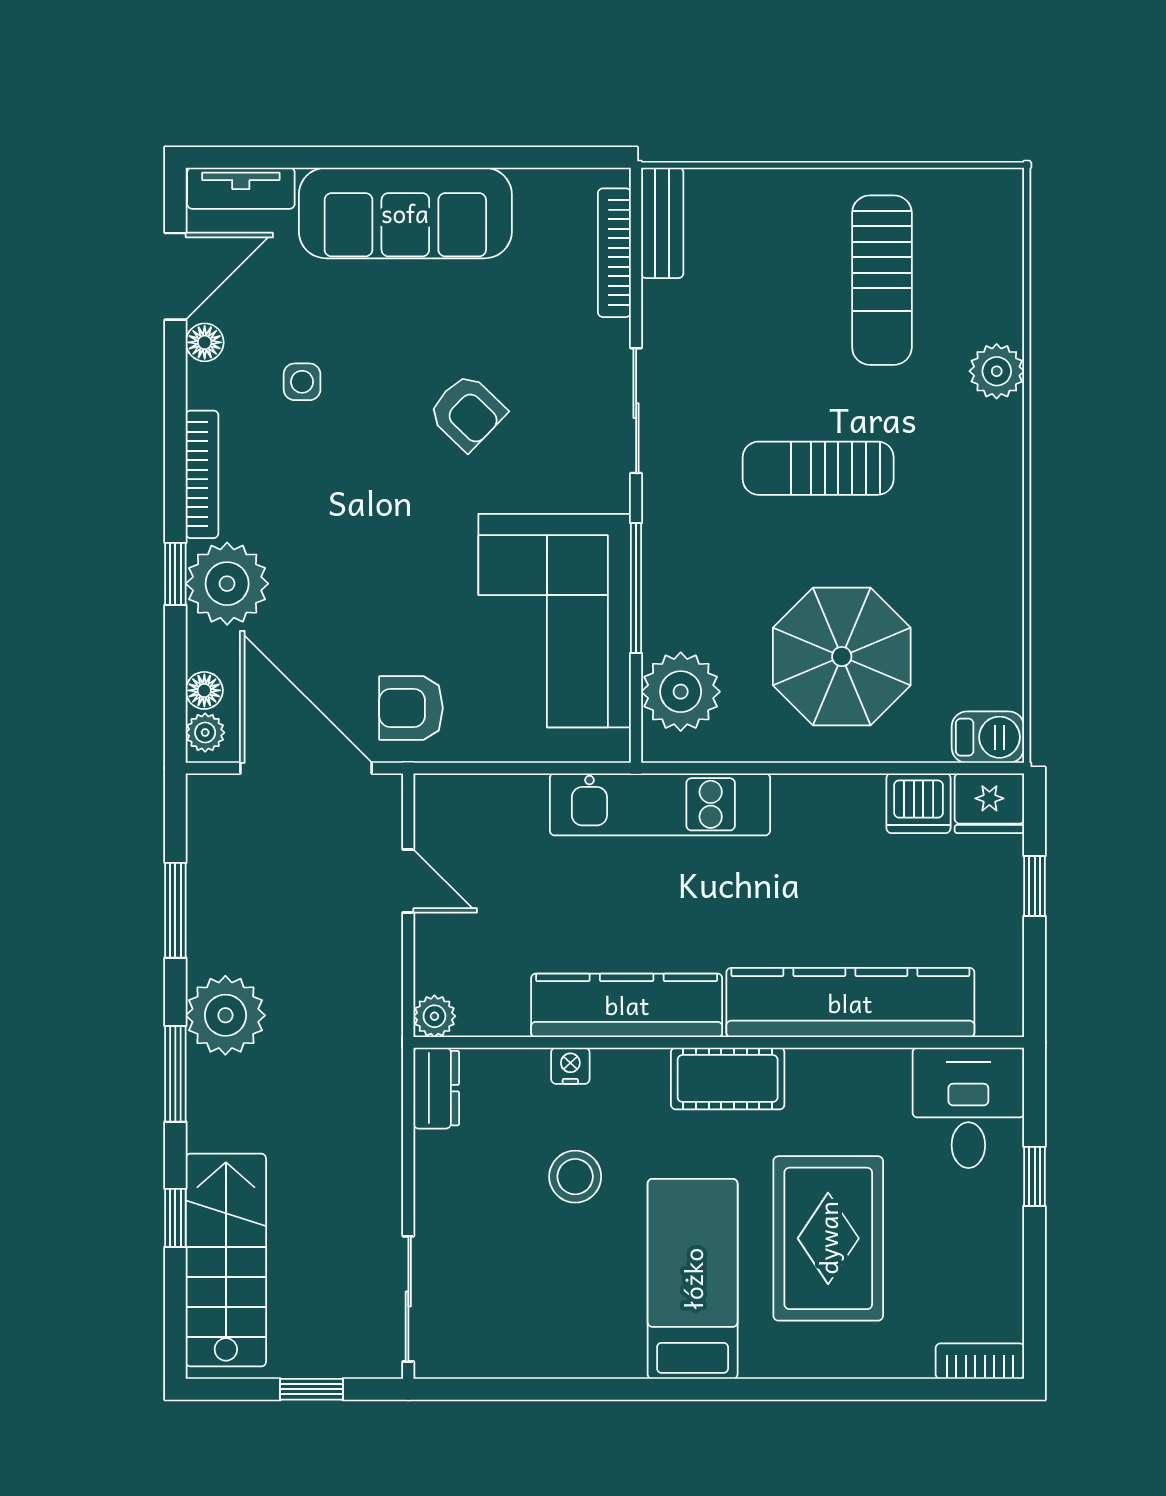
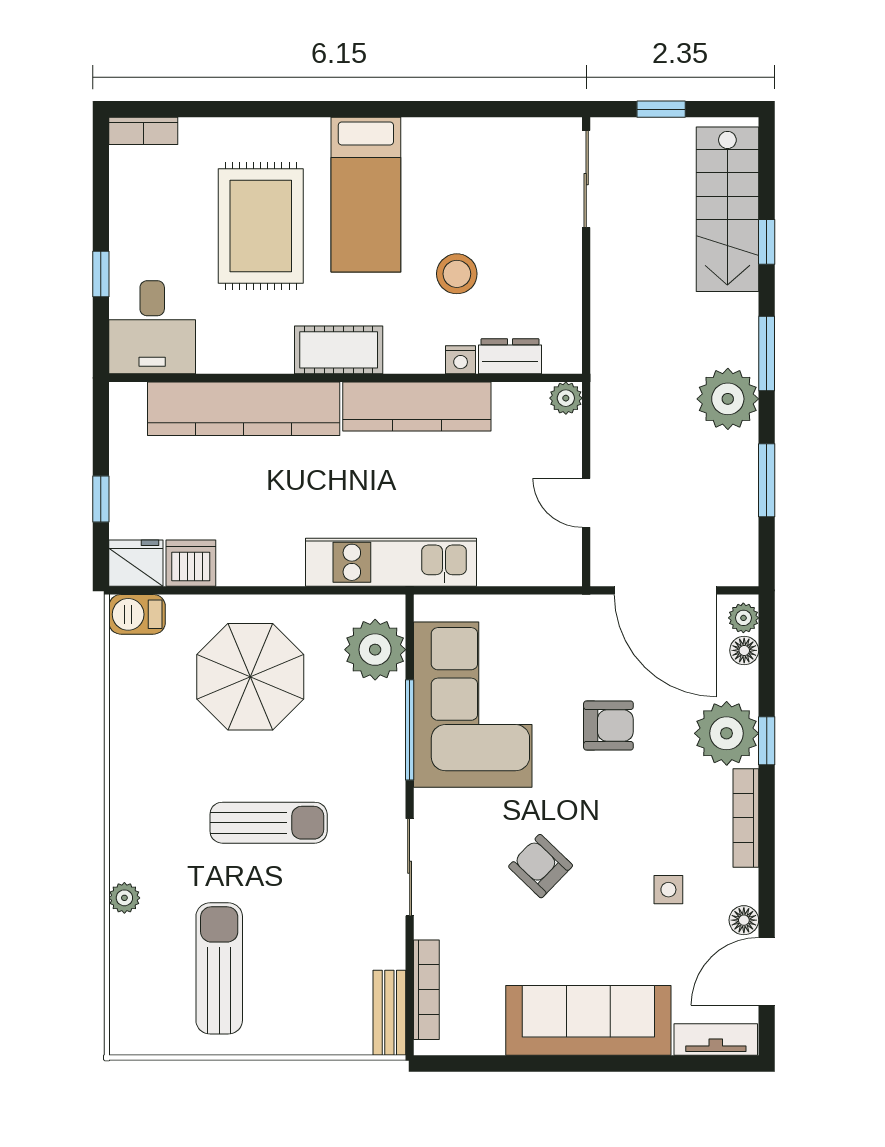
plant: (997, 371) -> (124, 898), width x0.73, depth x0.73
armchair: (411, 708) -> (608, 726), moved
dresser: (436, 1088) -> (510, 356), moved, turned 90

